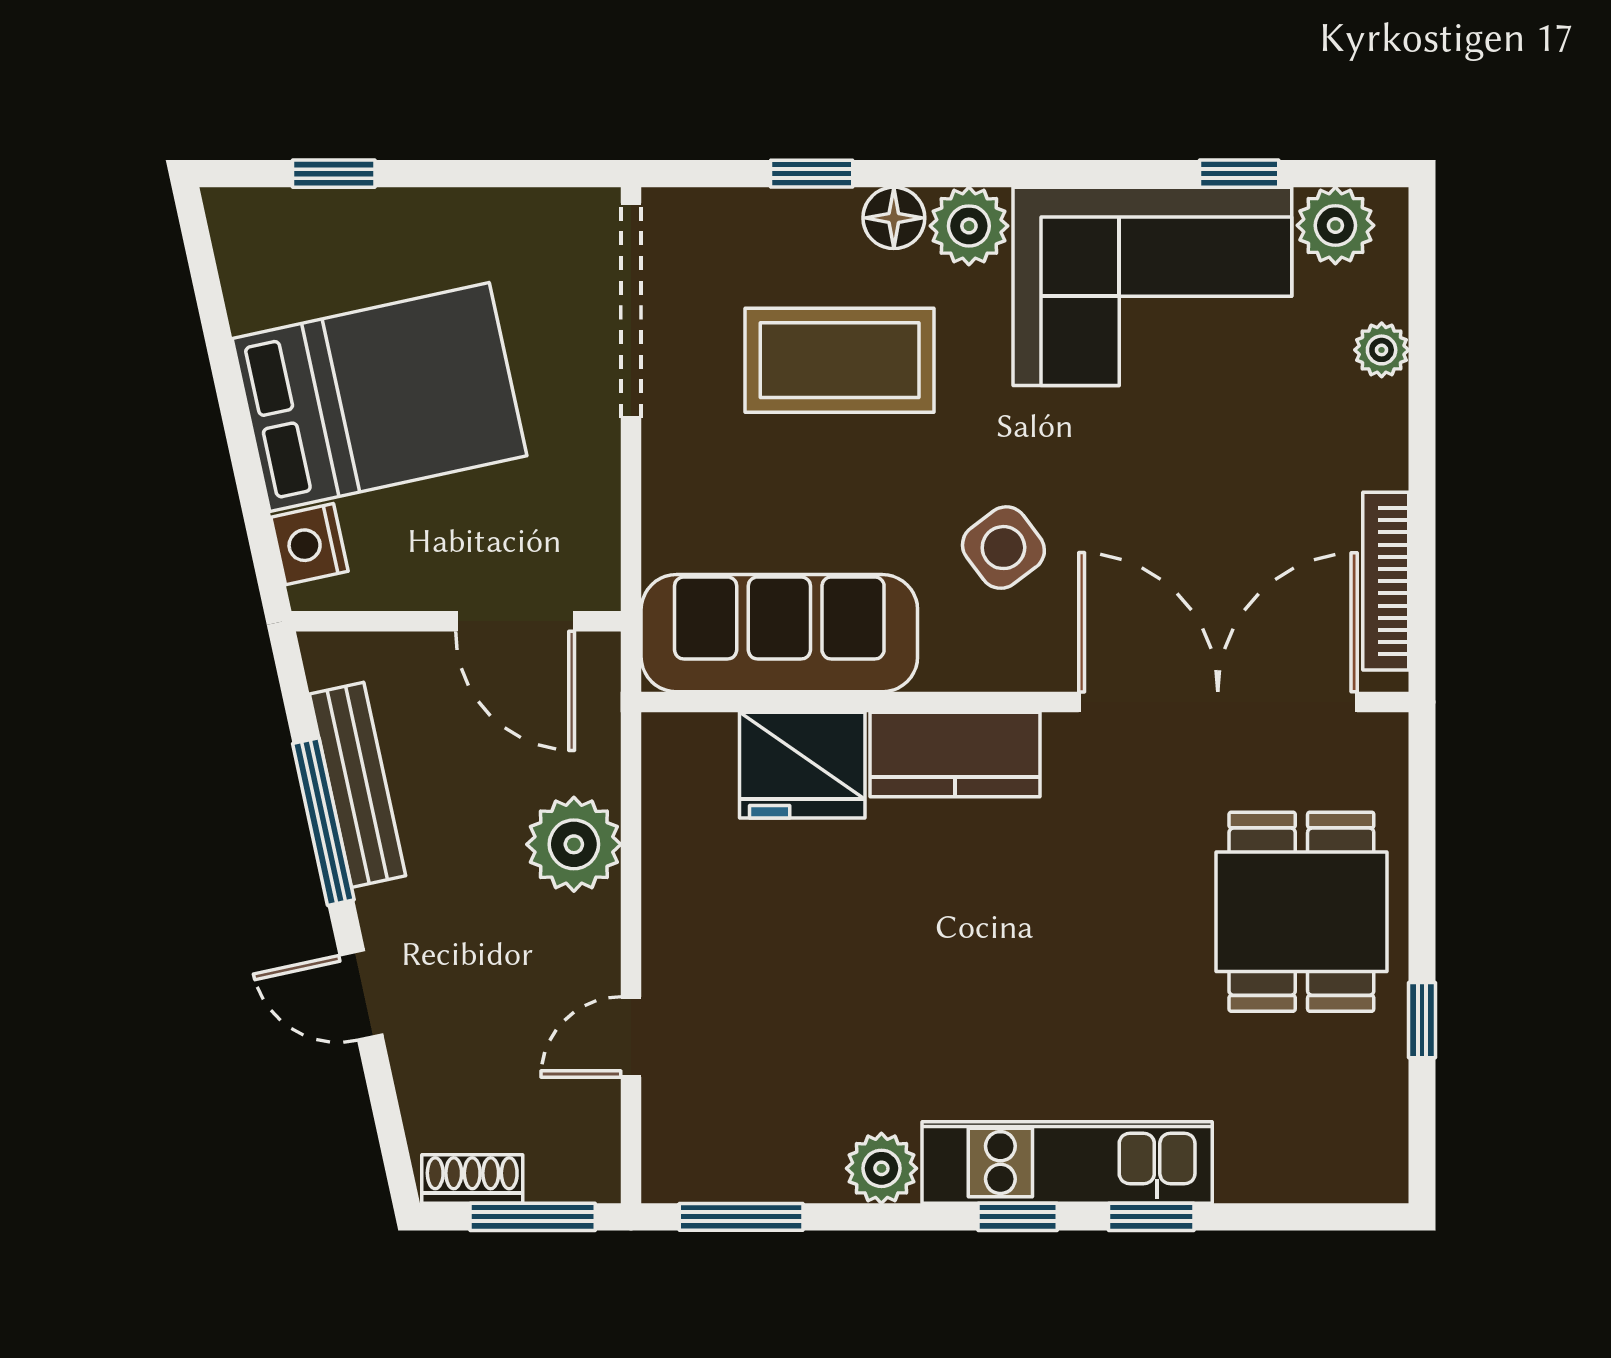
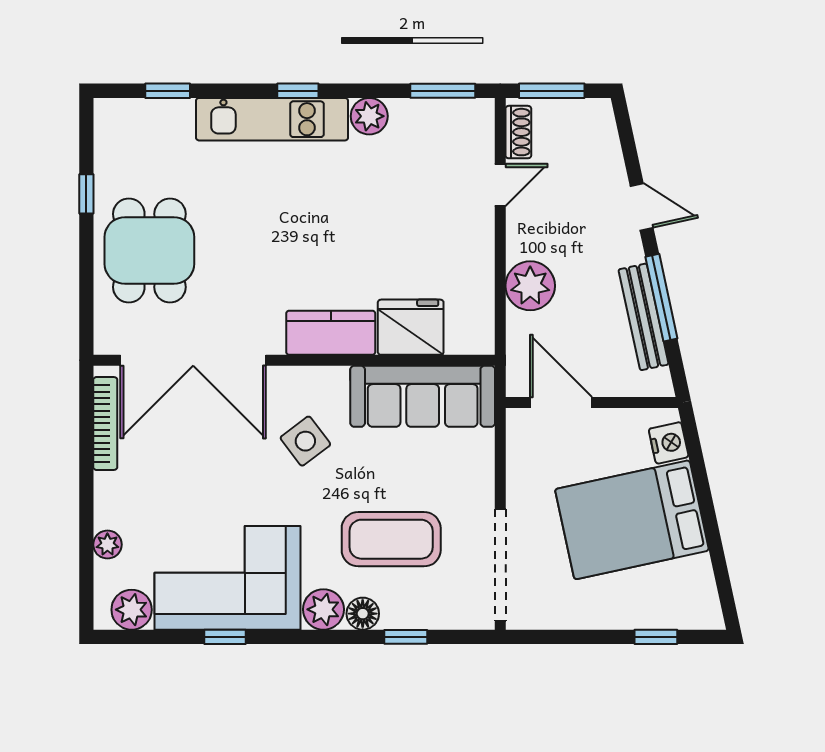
window: (1239, 174) -> (225, 637), moved
shoe rack: (472, 1179) -> (518, 132), moved, turned -90
window: (1151, 1217) -> (168, 91), moved

